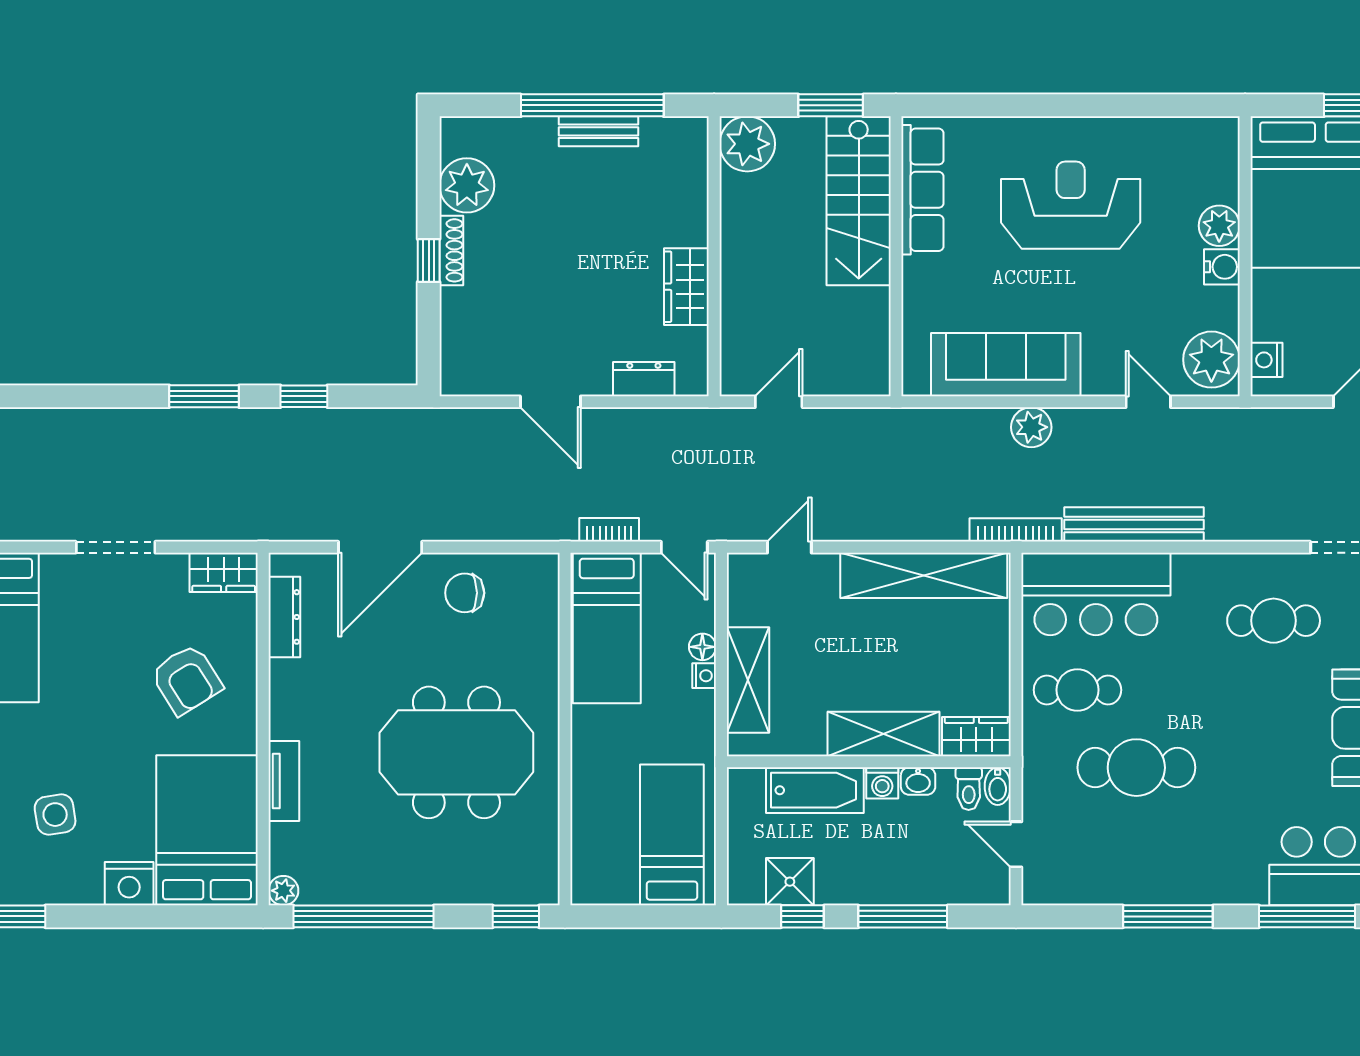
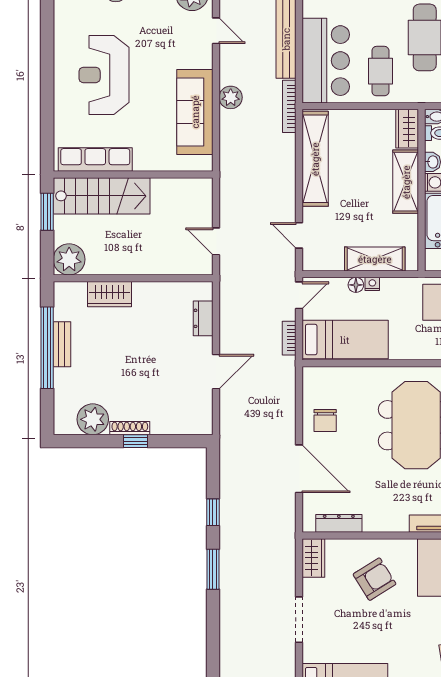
wardrobe: (686, 287) -> (110, 294), moved
door: (1148, 402) -> (216, 31), swing flipped

